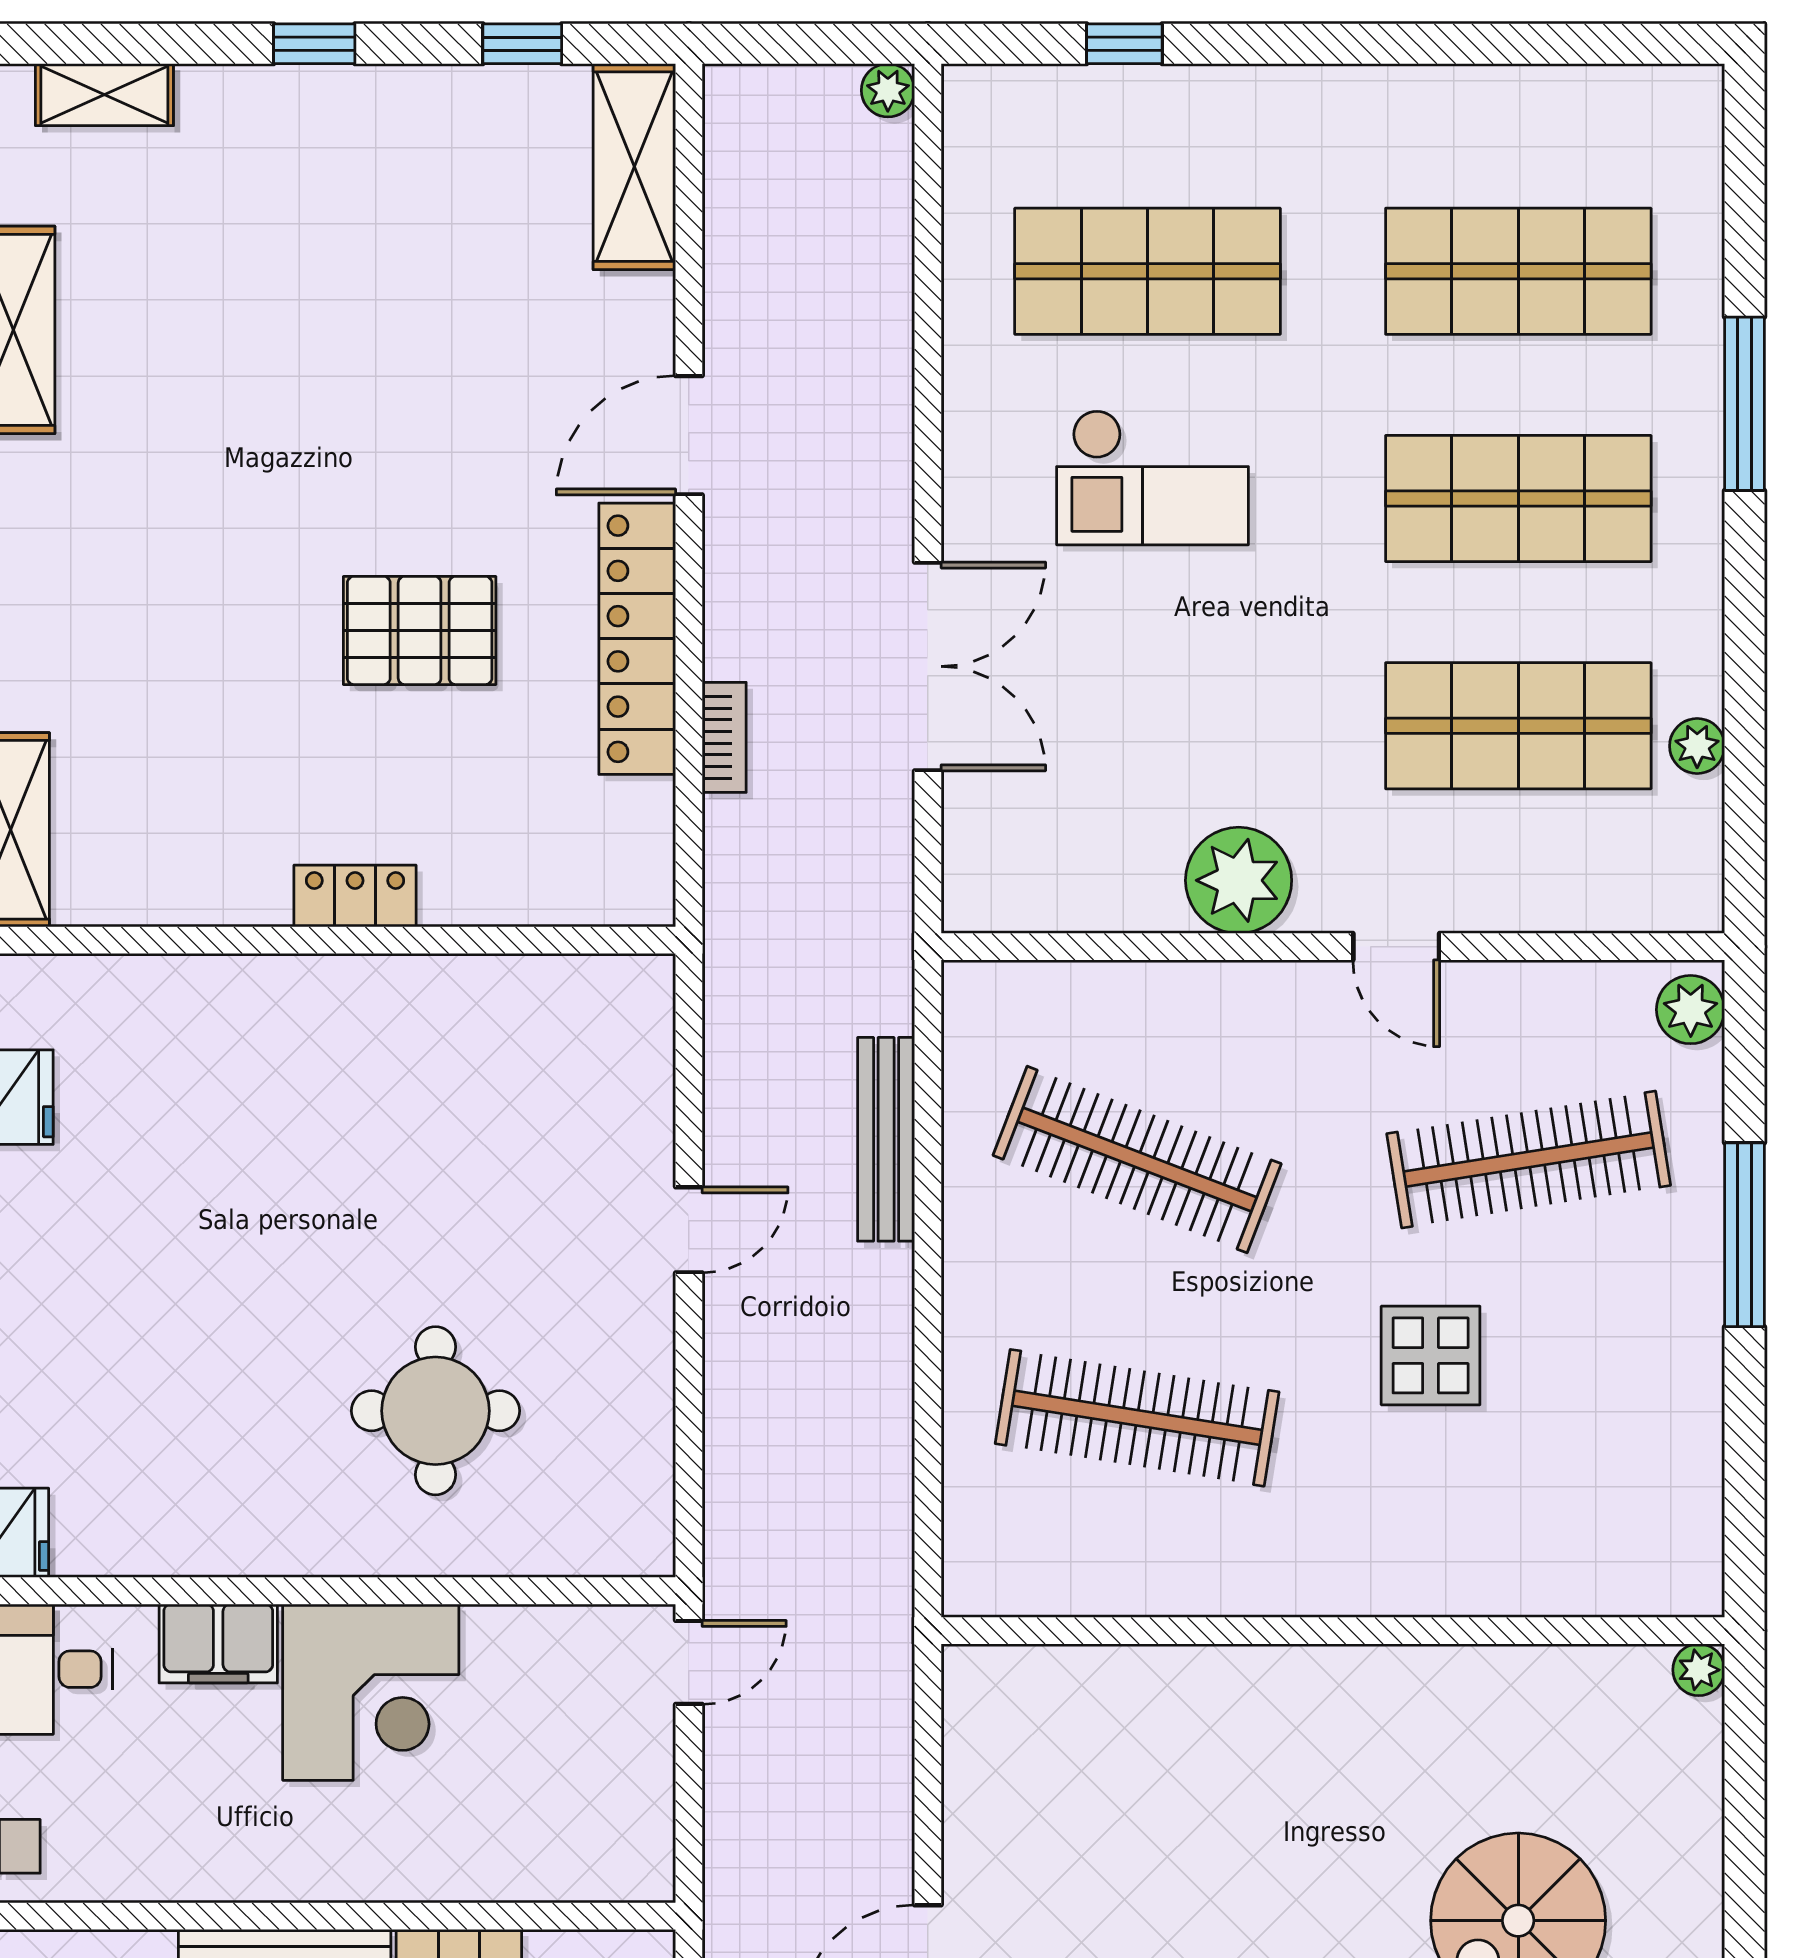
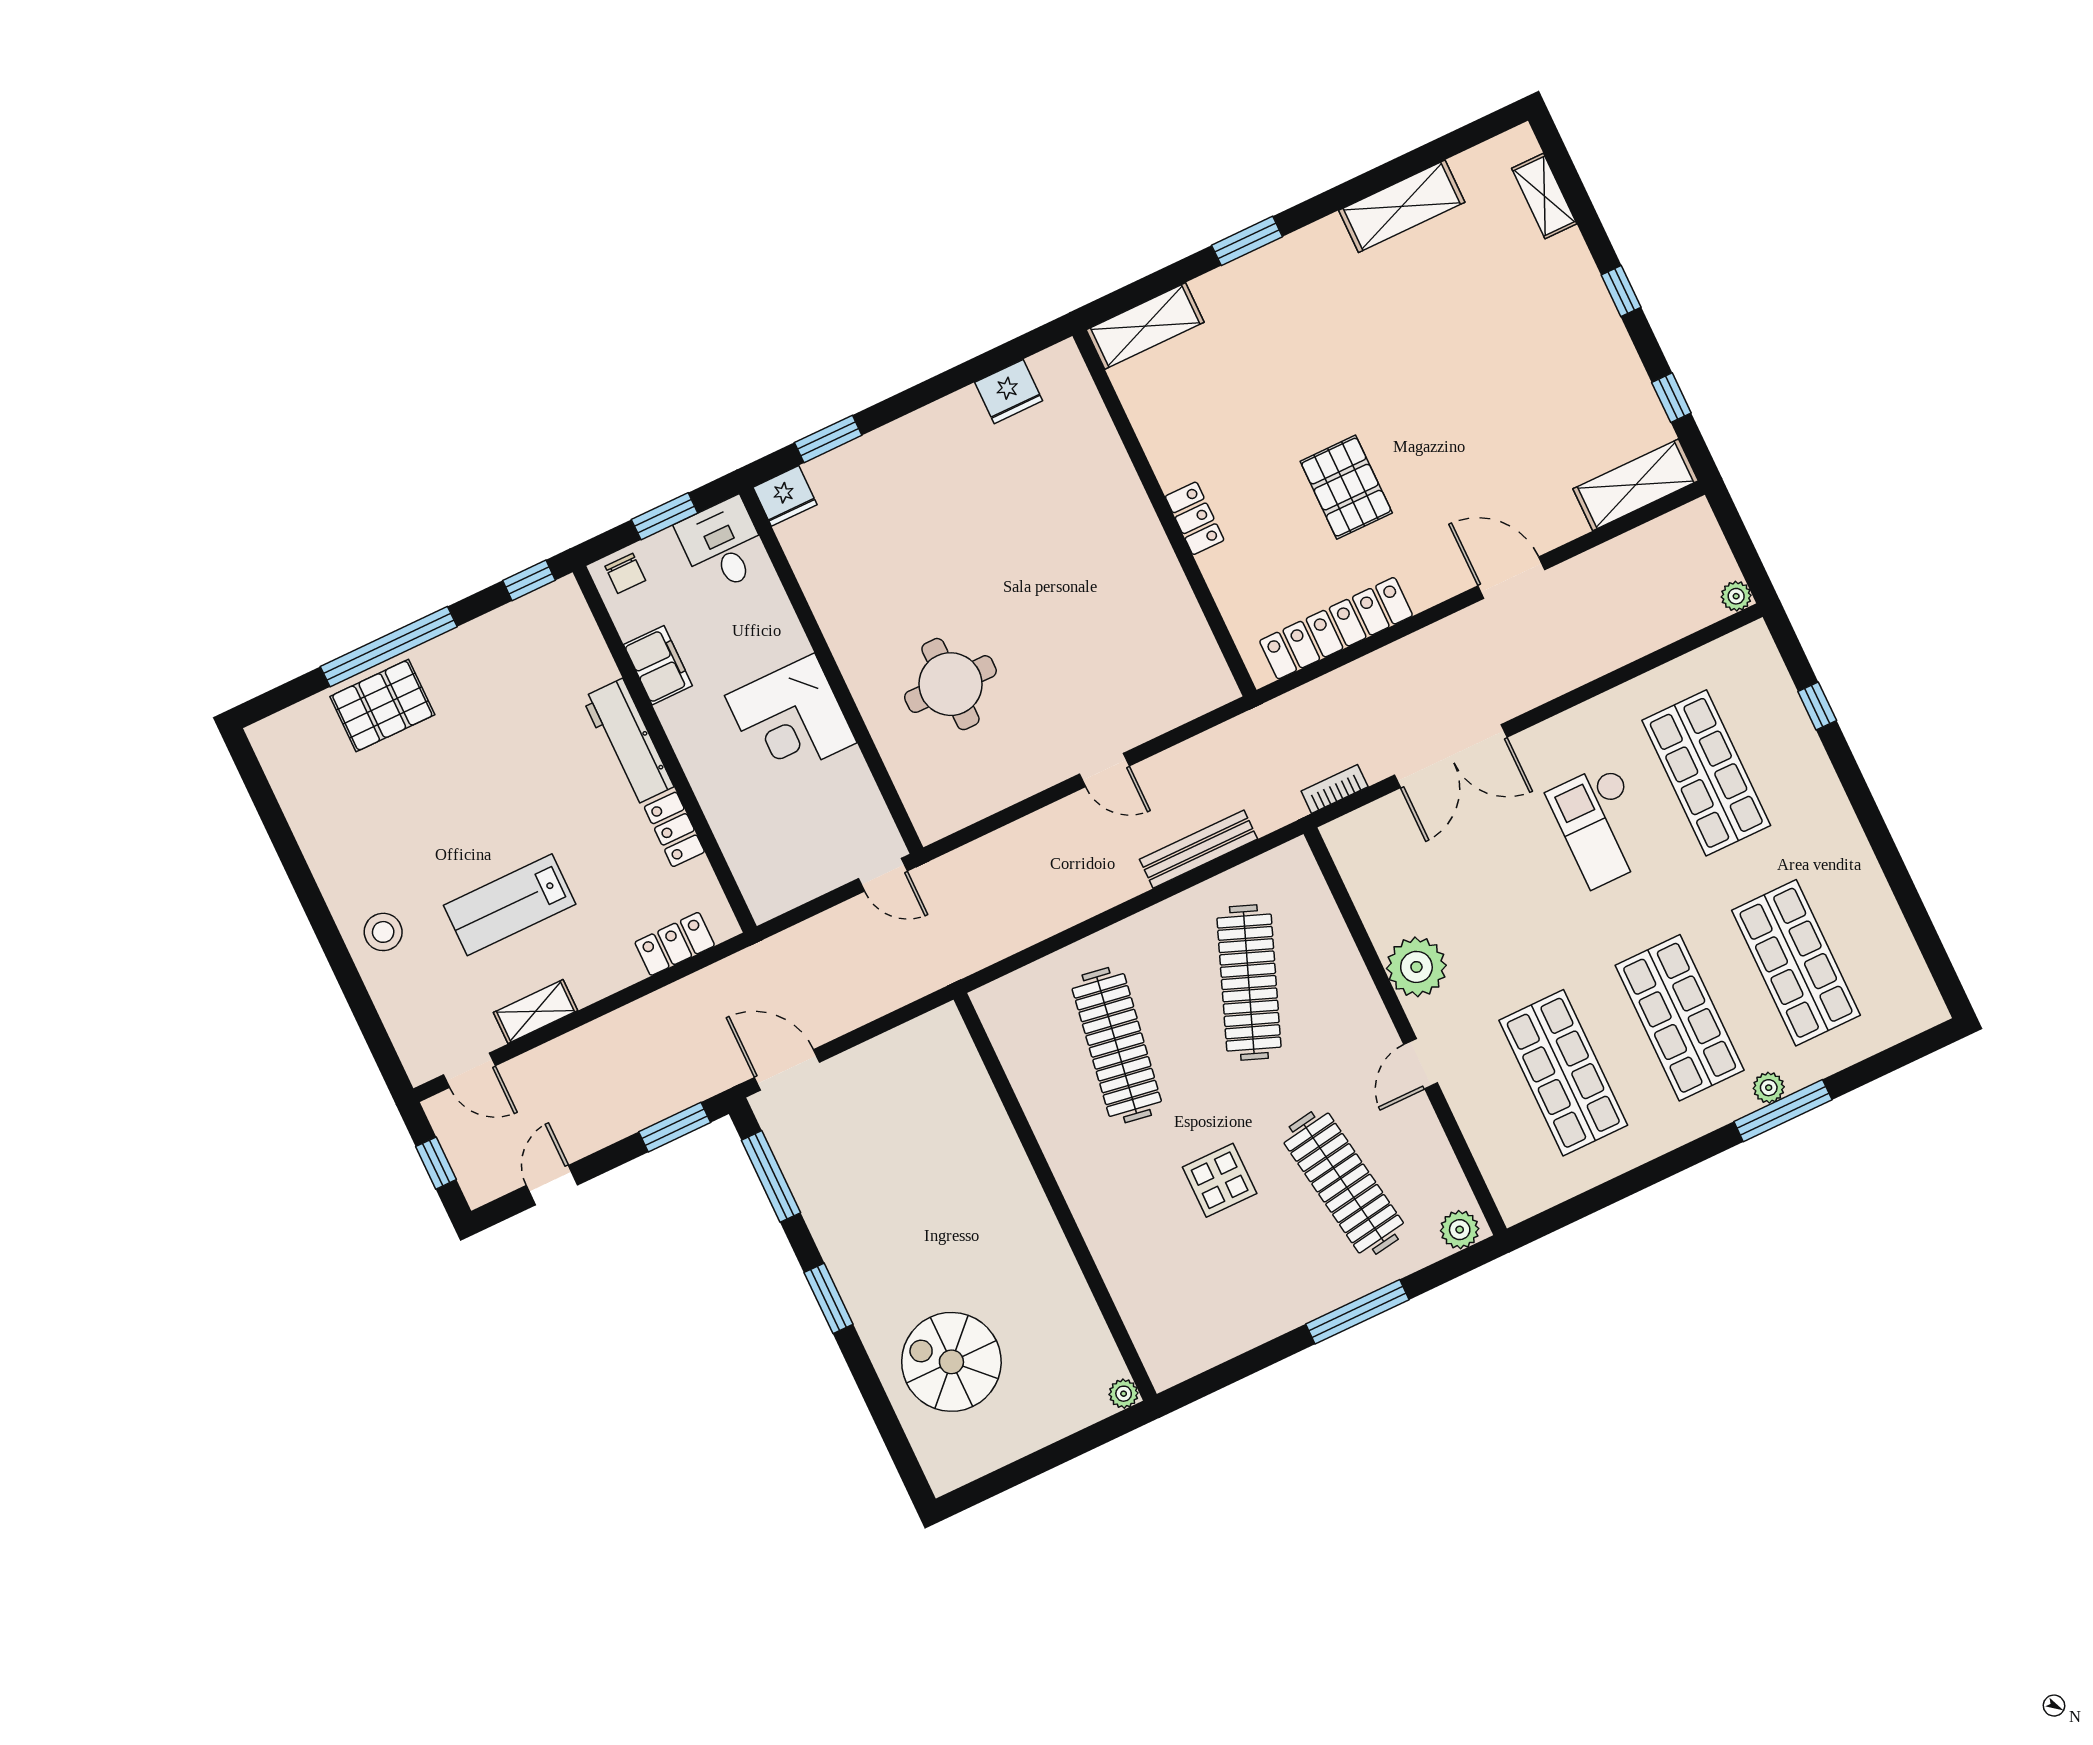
locker: (637, 639) -> (1336, 628), moved
bookcase: (724, 737) -> (1335, 789), moved, turned 180
plant: (1697, 746) -> (1769, 1088), moved
filing cabinet: (218, 1643) -> (658, 665), moved, turned 180

